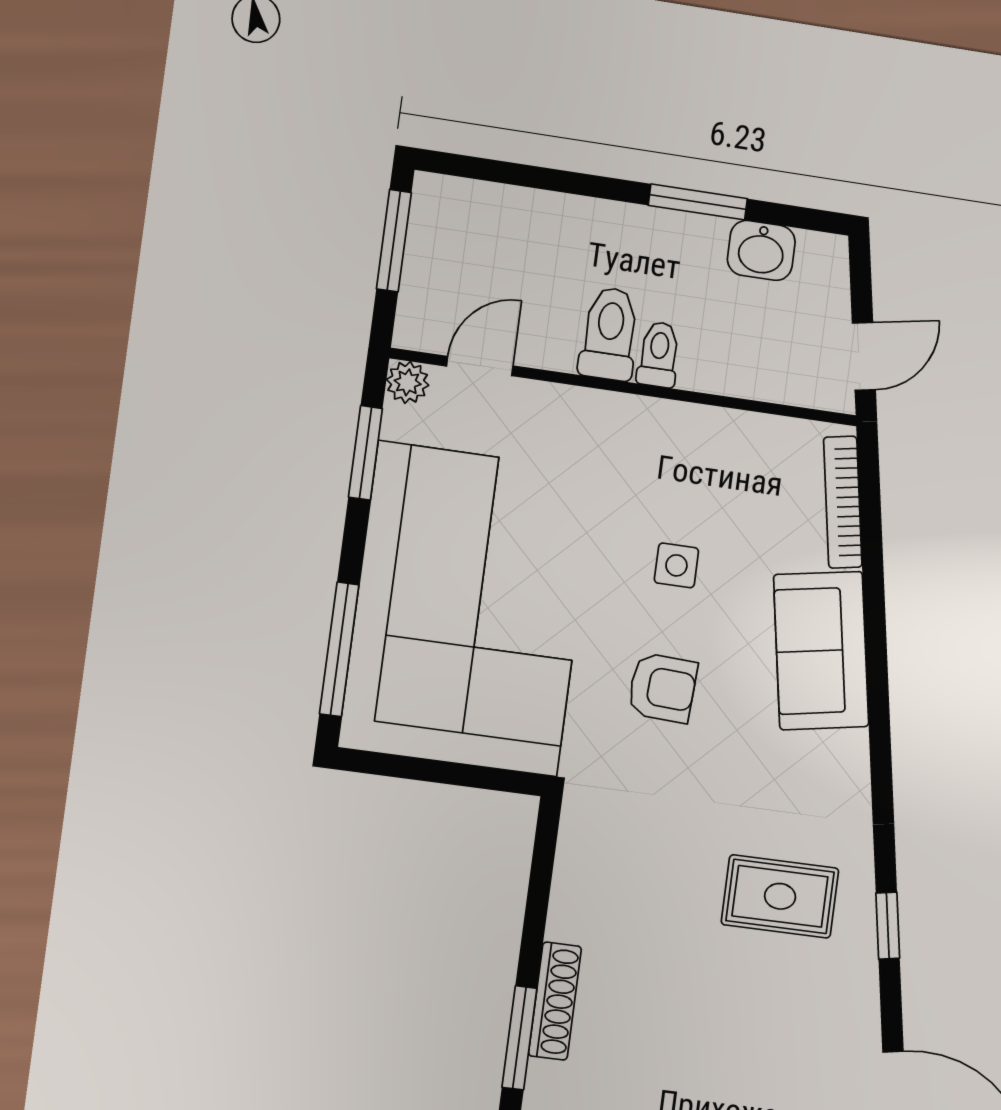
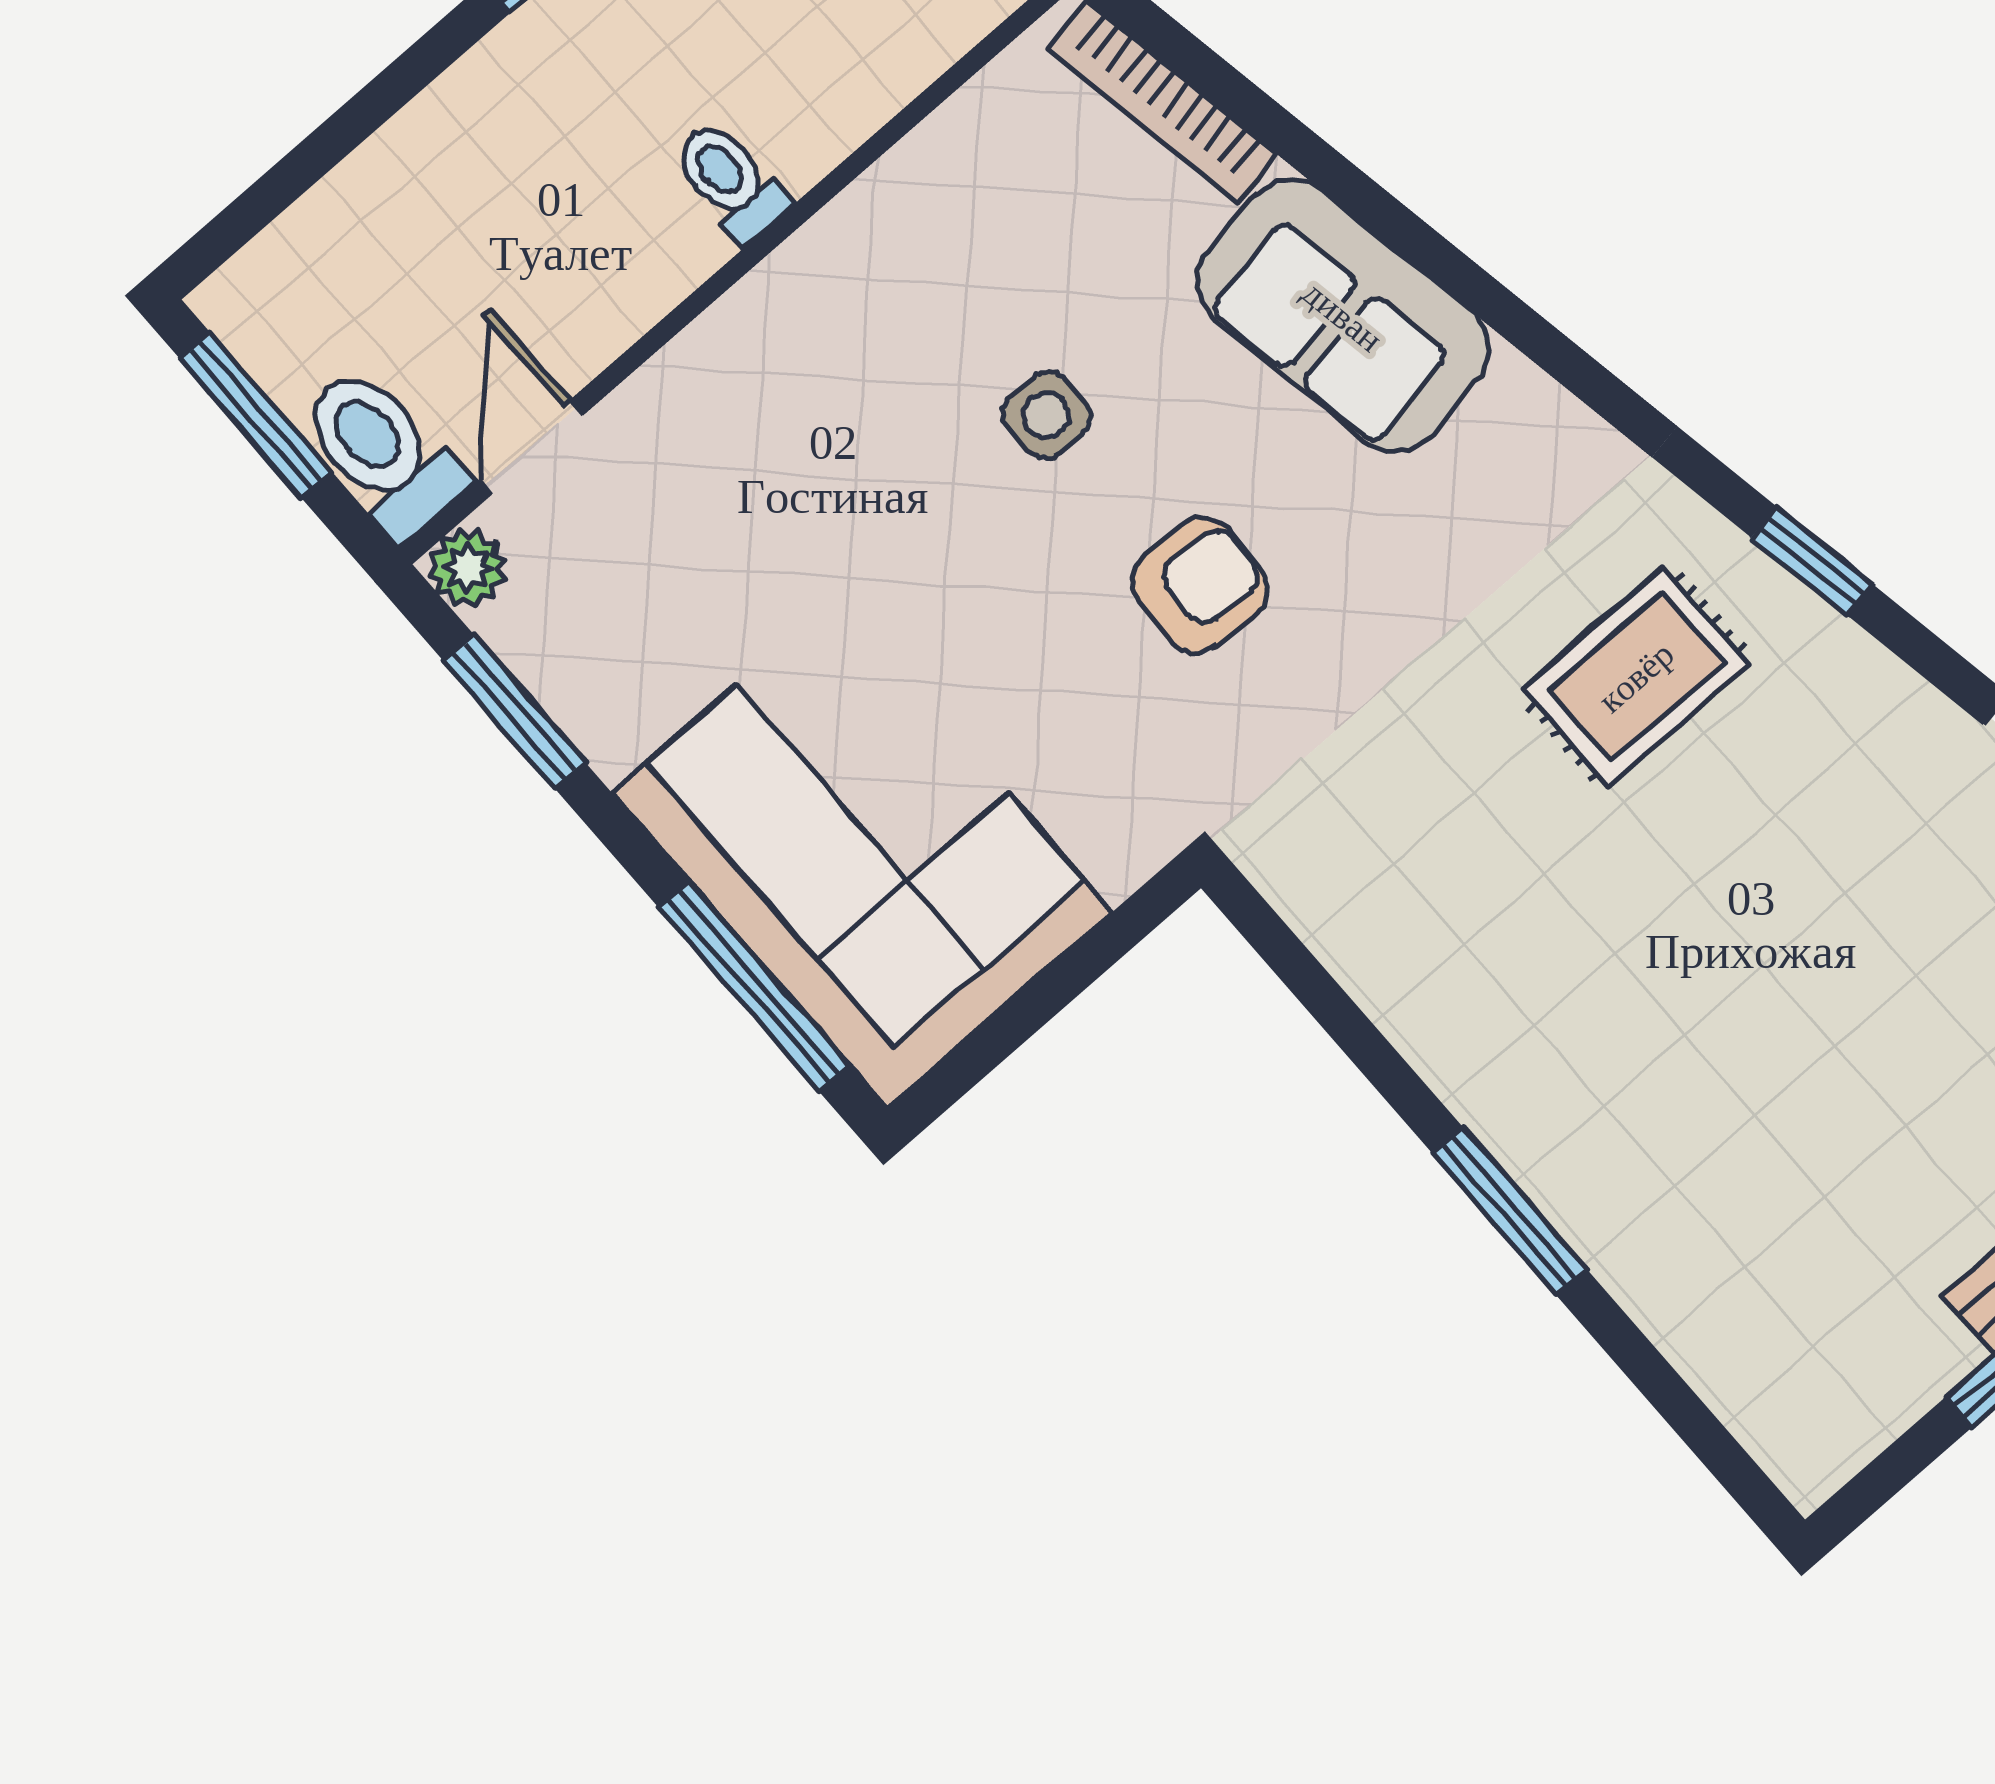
toilet: (609, 334) -> (382, 452), moved
corner sofa: (468, 609) -> (862, 852), width x0.73, depth x0.74
shoe rack: (555, 1001) -> (1503, 1118), removed

